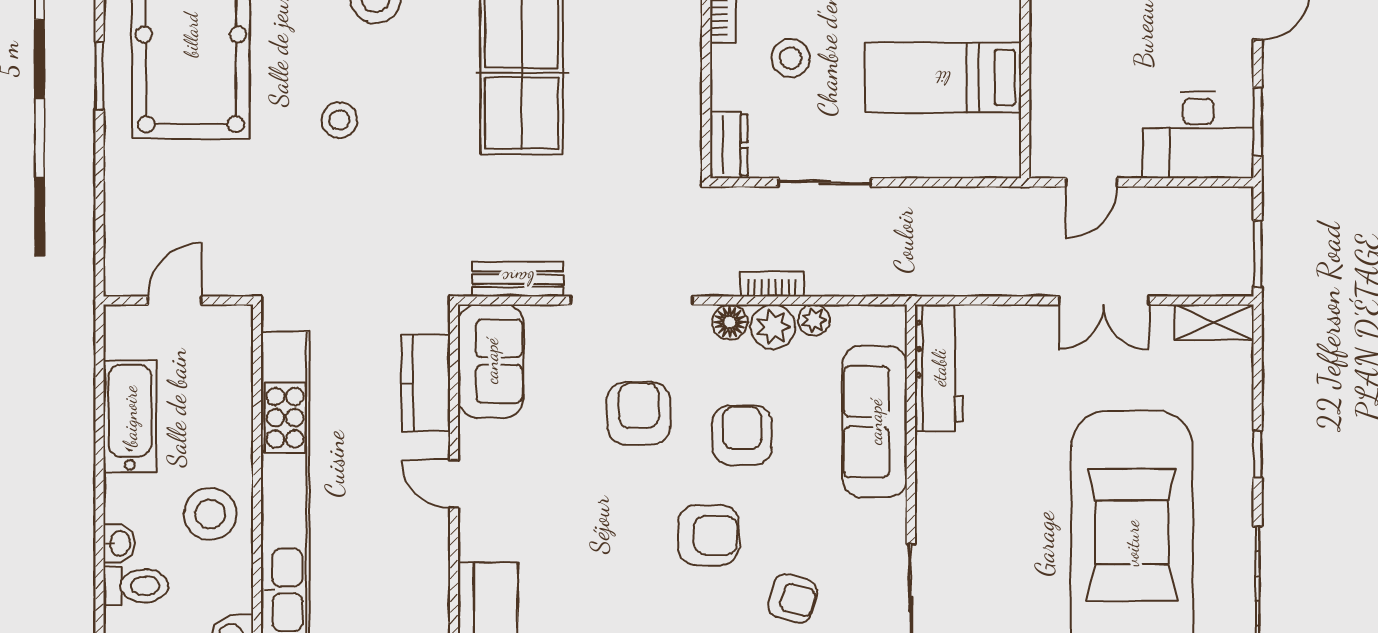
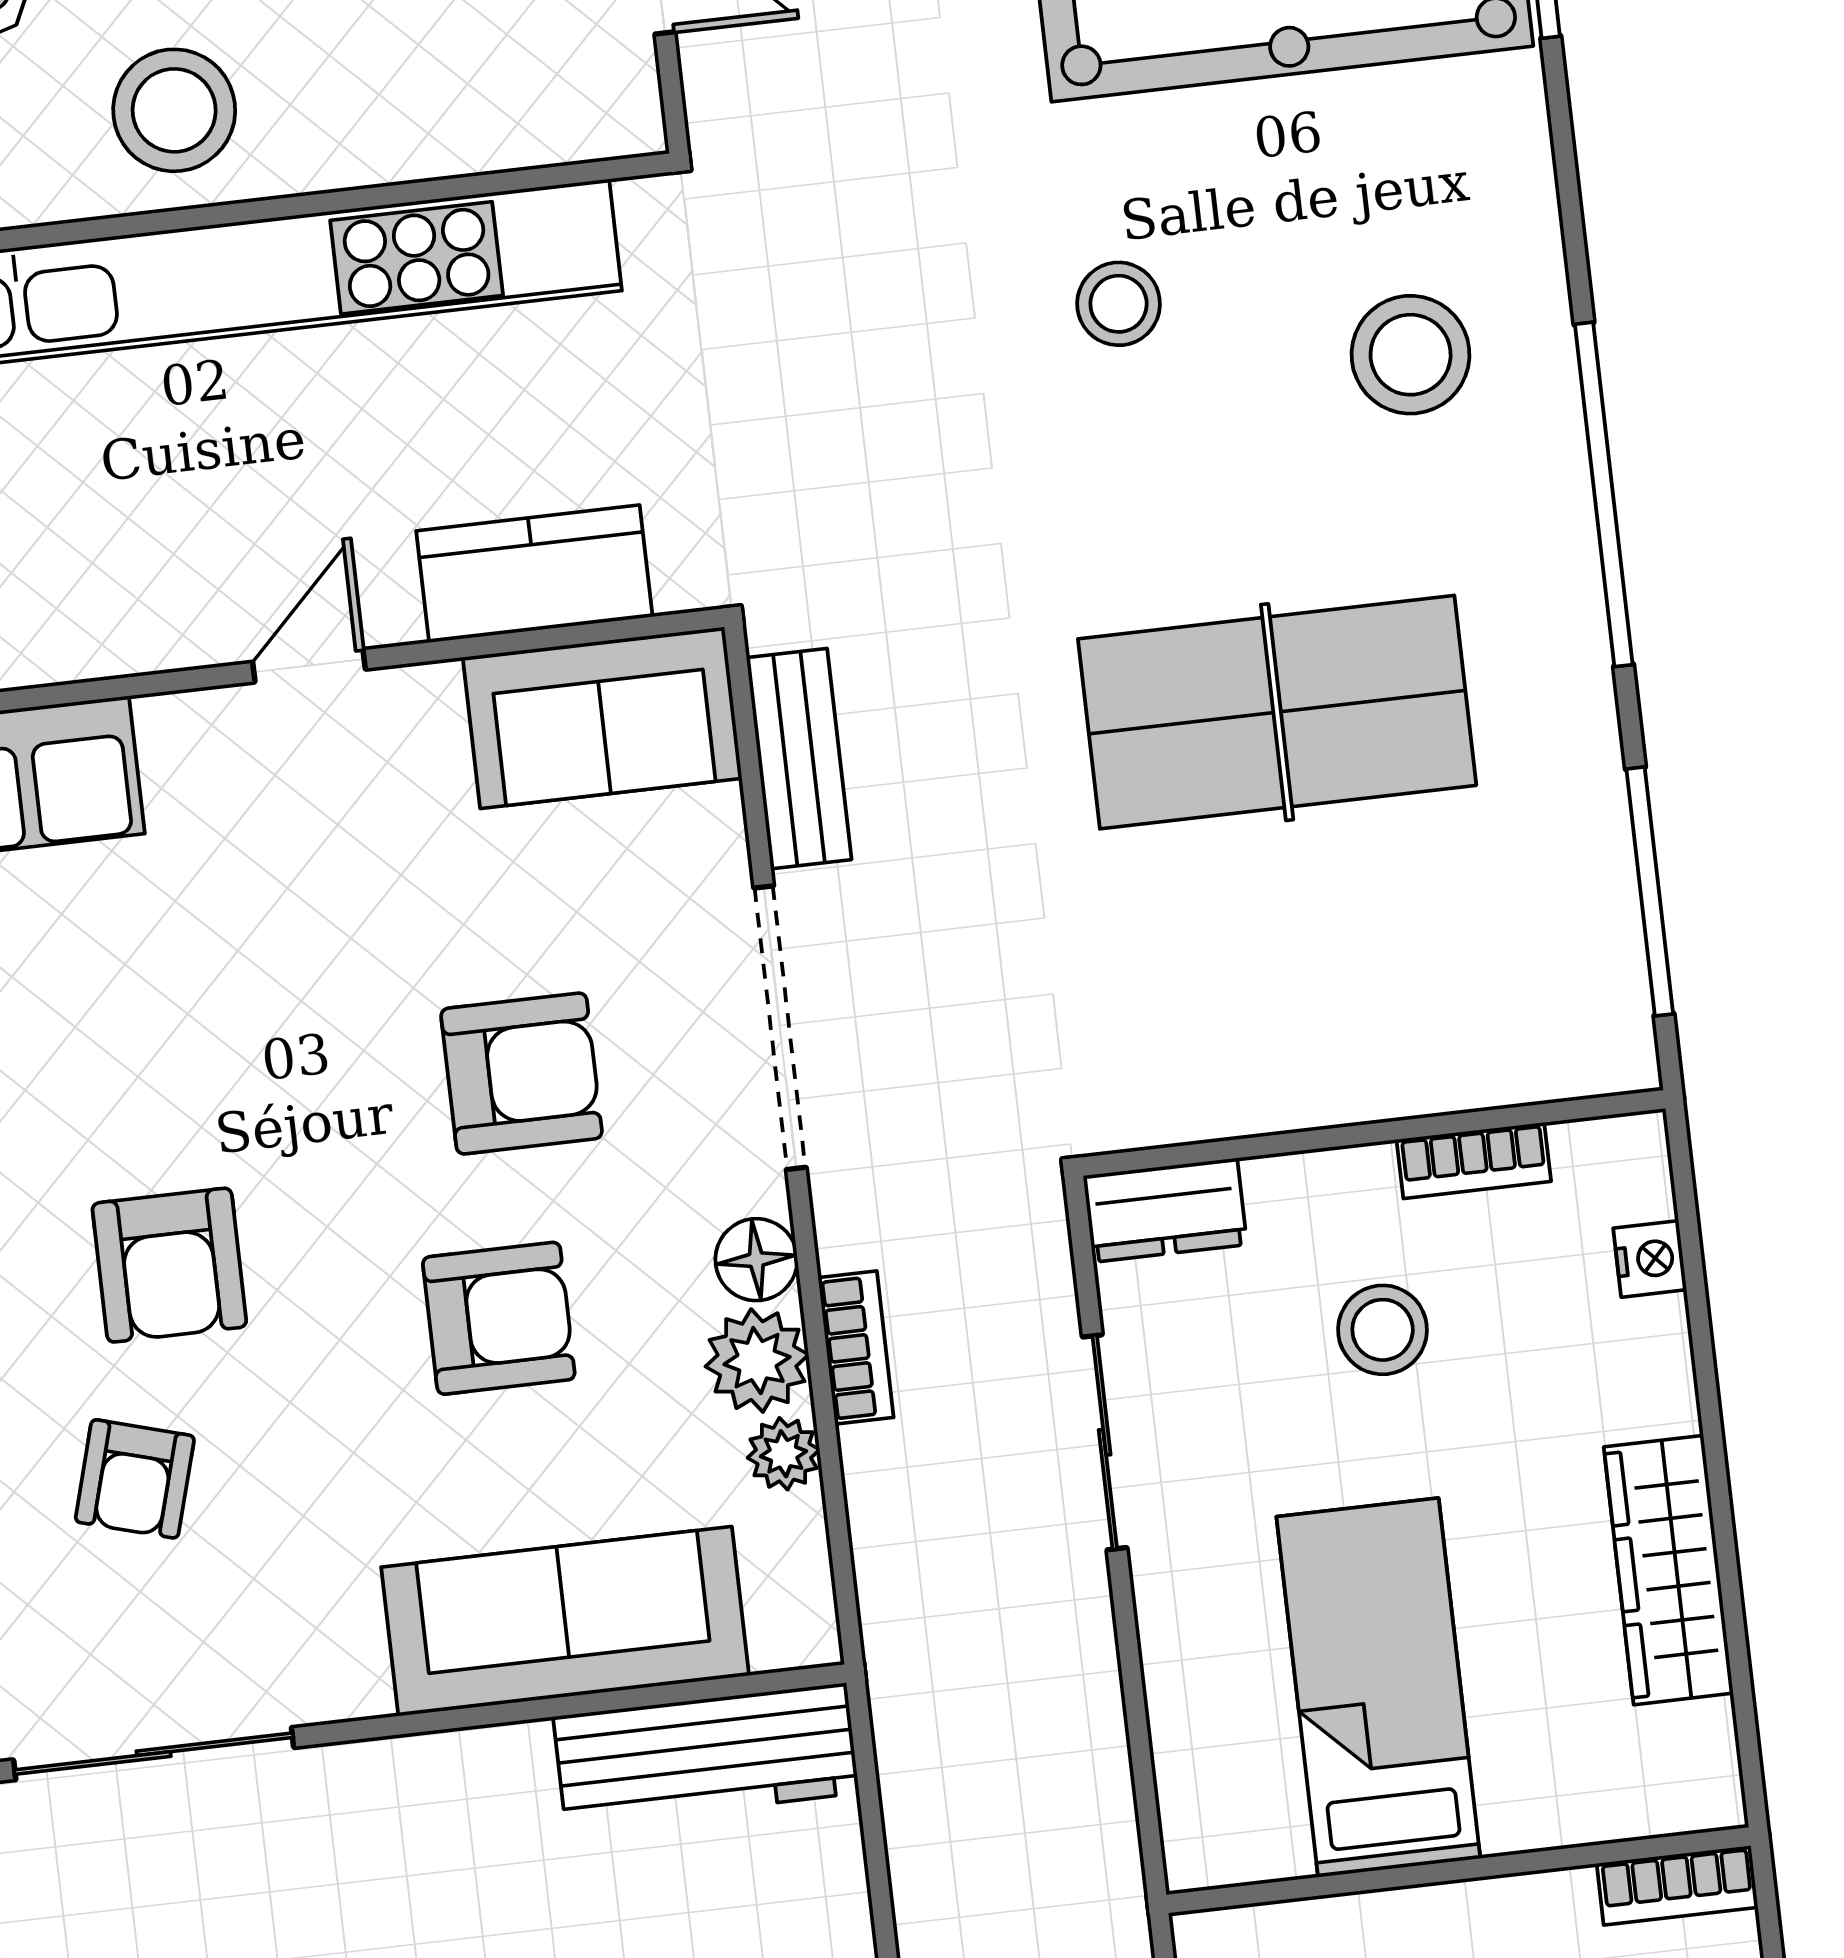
armchair: (708, 535) -> (169, 1265), moved

